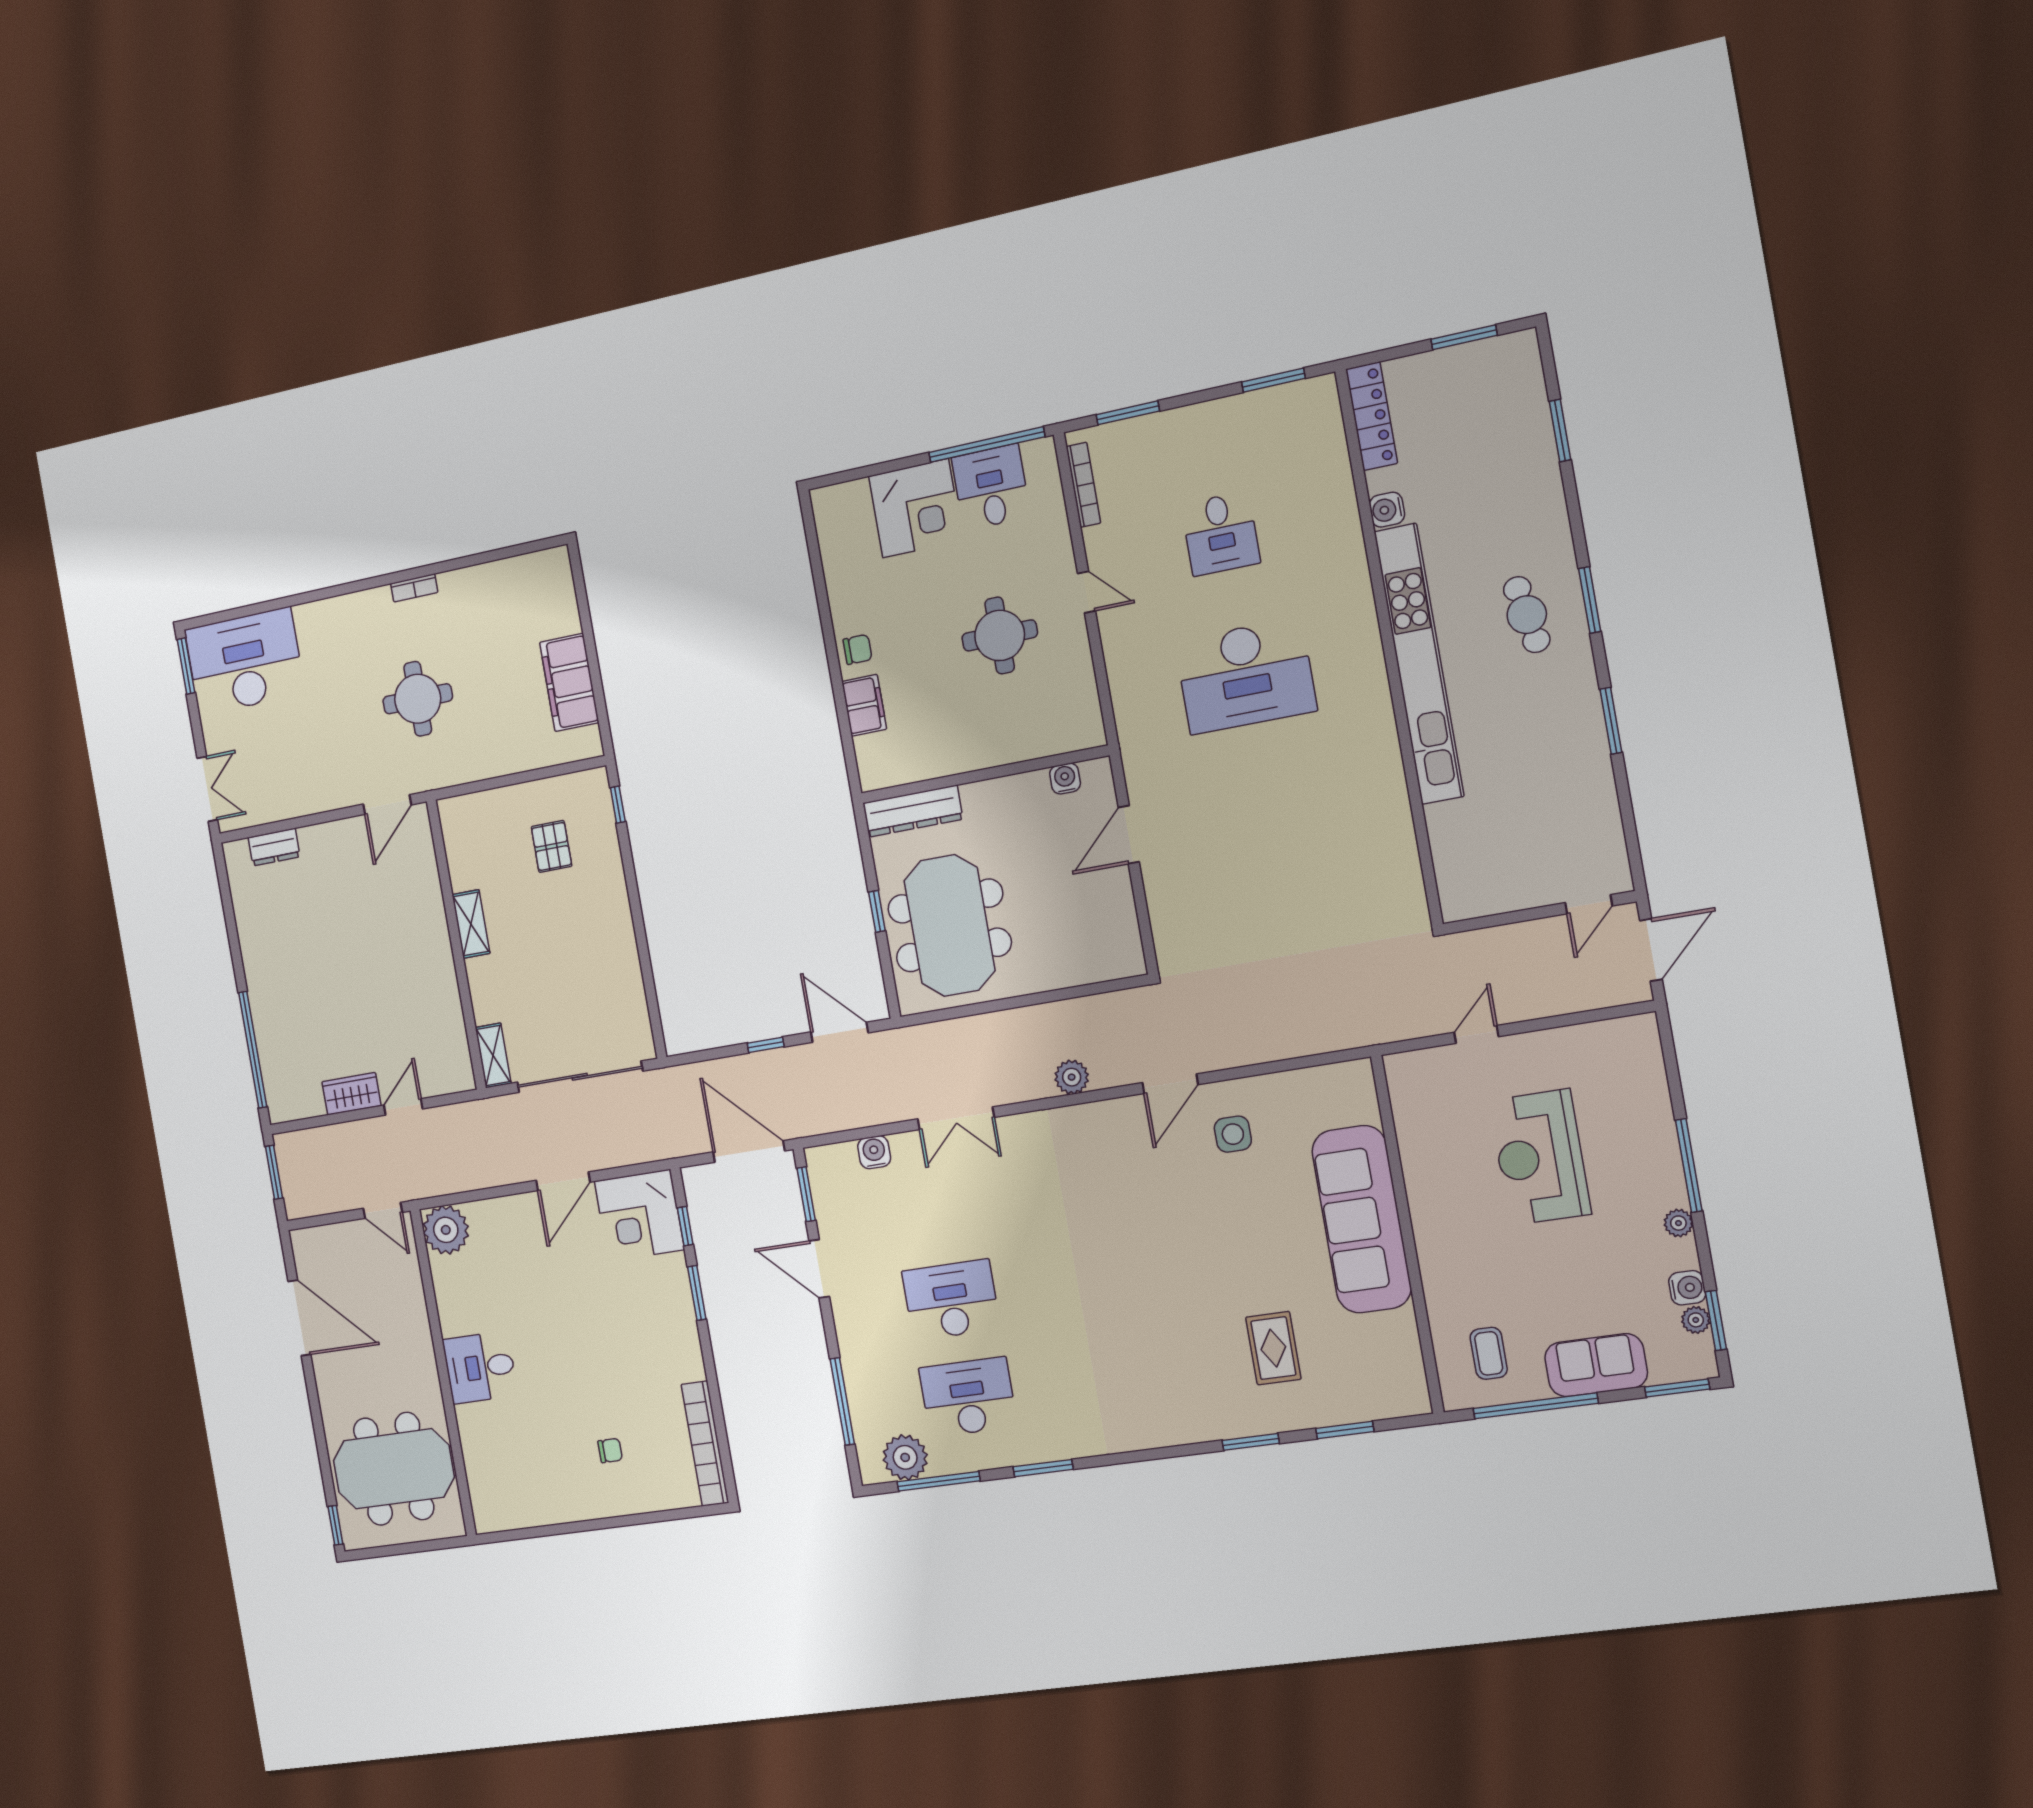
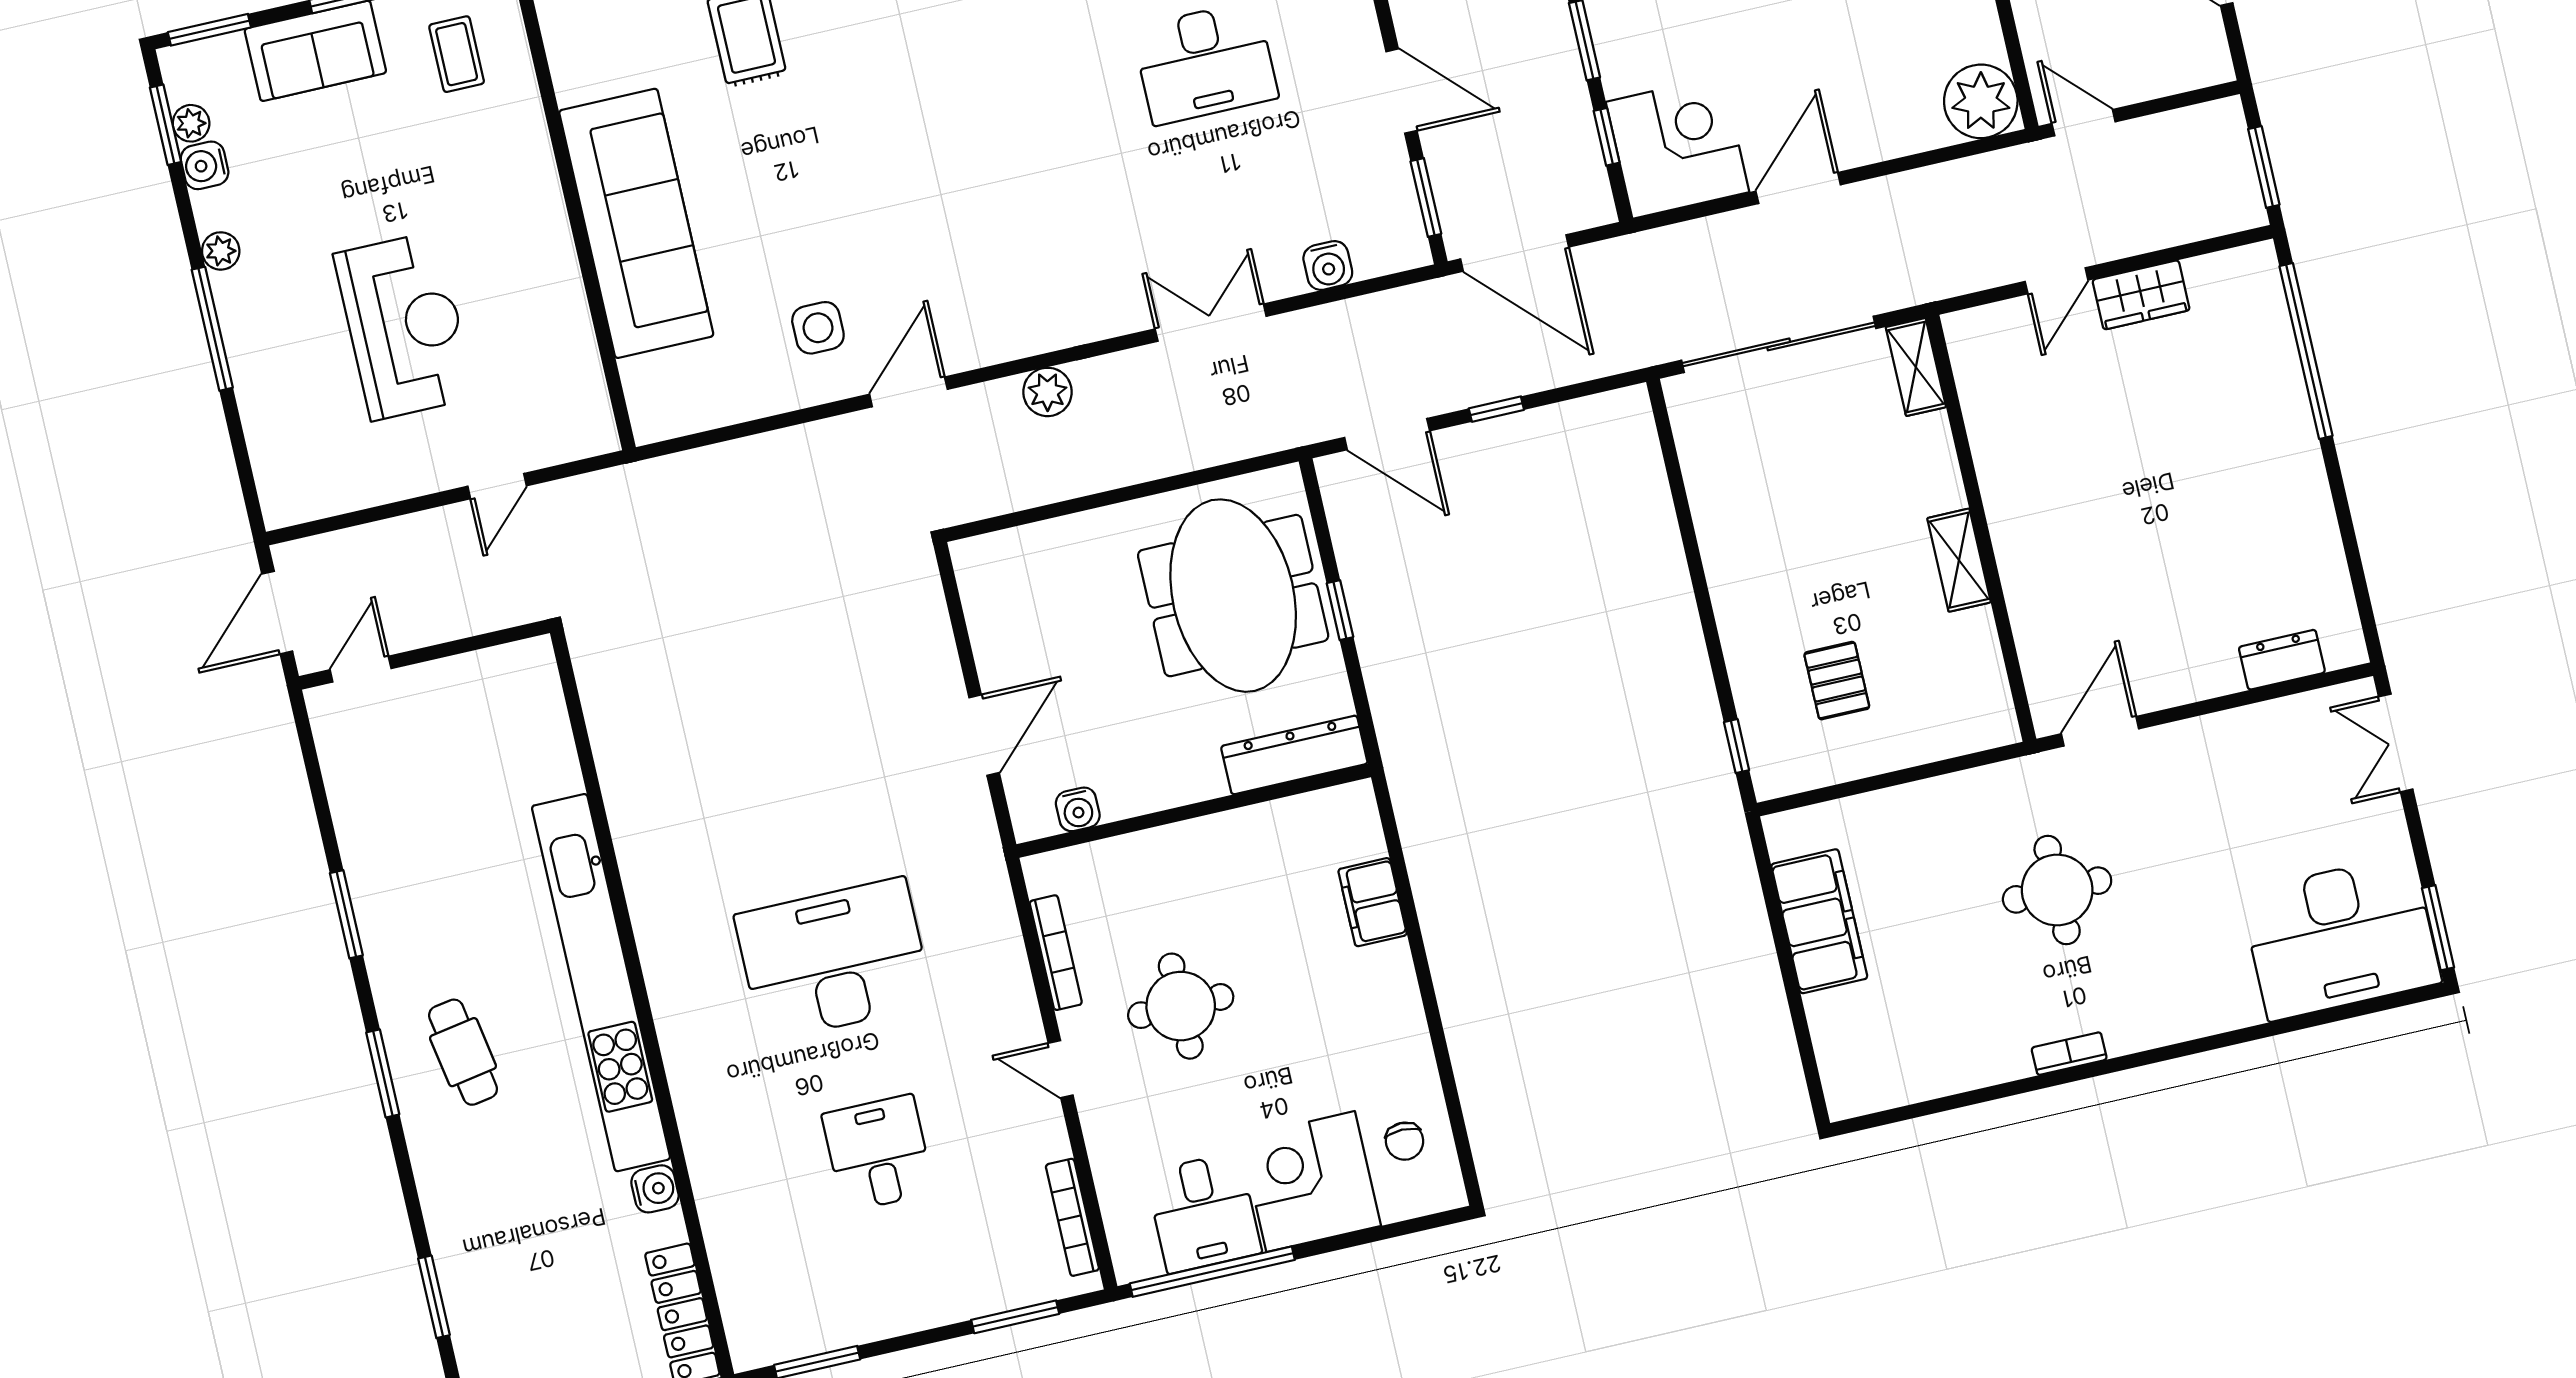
chair: (858, 649) -> (1405, 1141), moved, turned -90
bookcase: (1086, 676) -> (1056, 953), added

